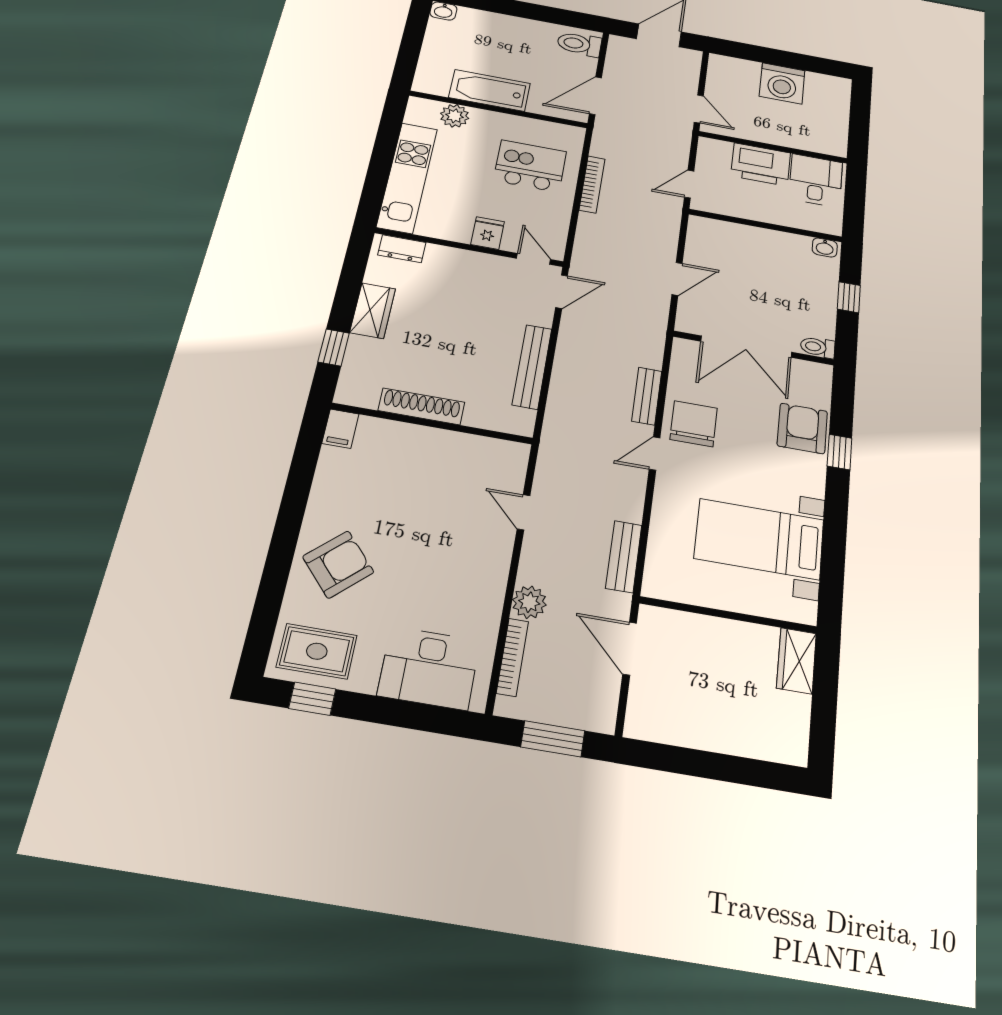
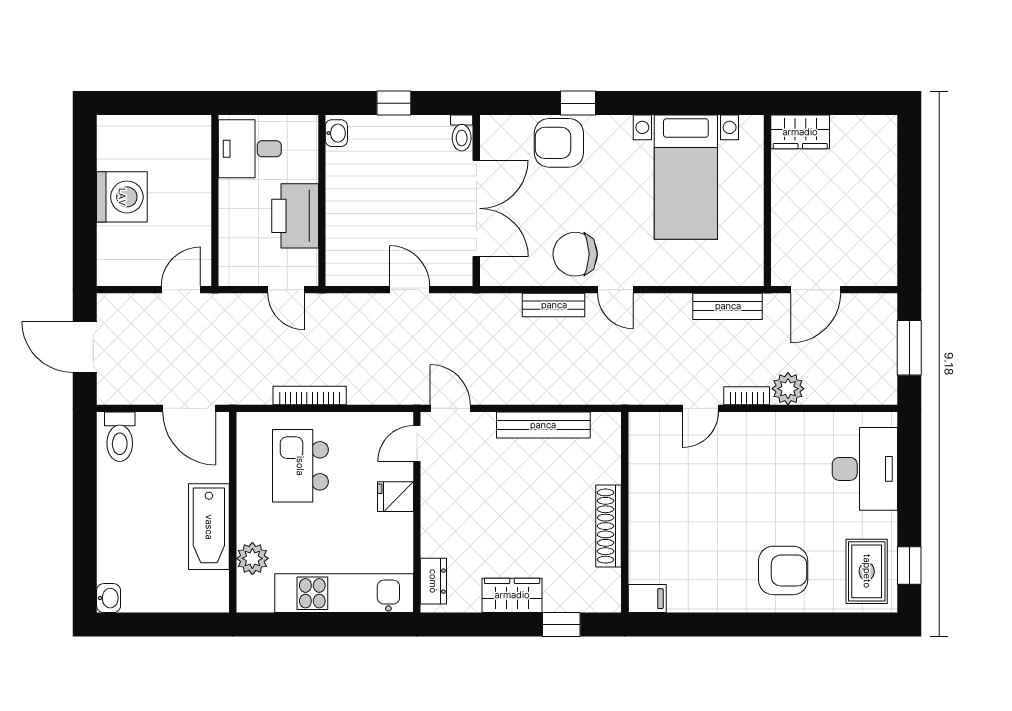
printer: (761, 164) -> (295, 216), moved, turned 180
armchair: (338, 564) -> (783, 570), turned 132
bookcase: (512, 657) -> (747, 396), moved, width x0.64

